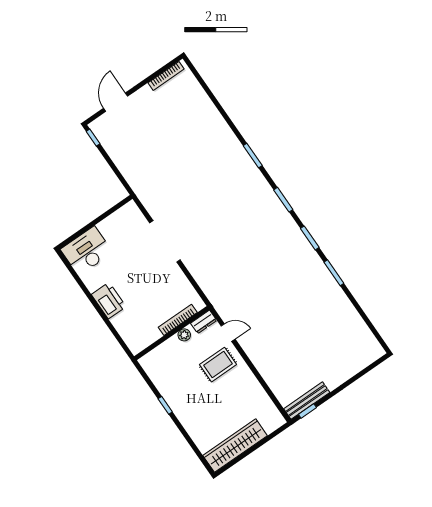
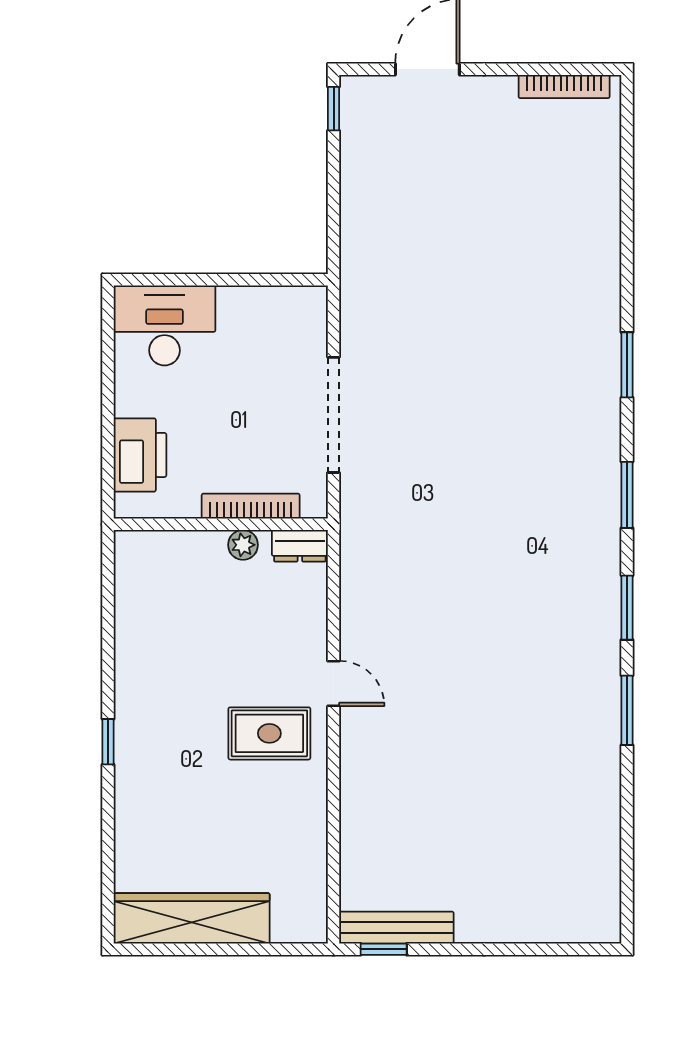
bookcase: (178, 320) -> (251, 506), moved
dresser: (204, 322) -> (300, 546), moved
wall: (172, 333) -> (221, 524), moved
plant: (184, 335) -> (243, 545), moved

